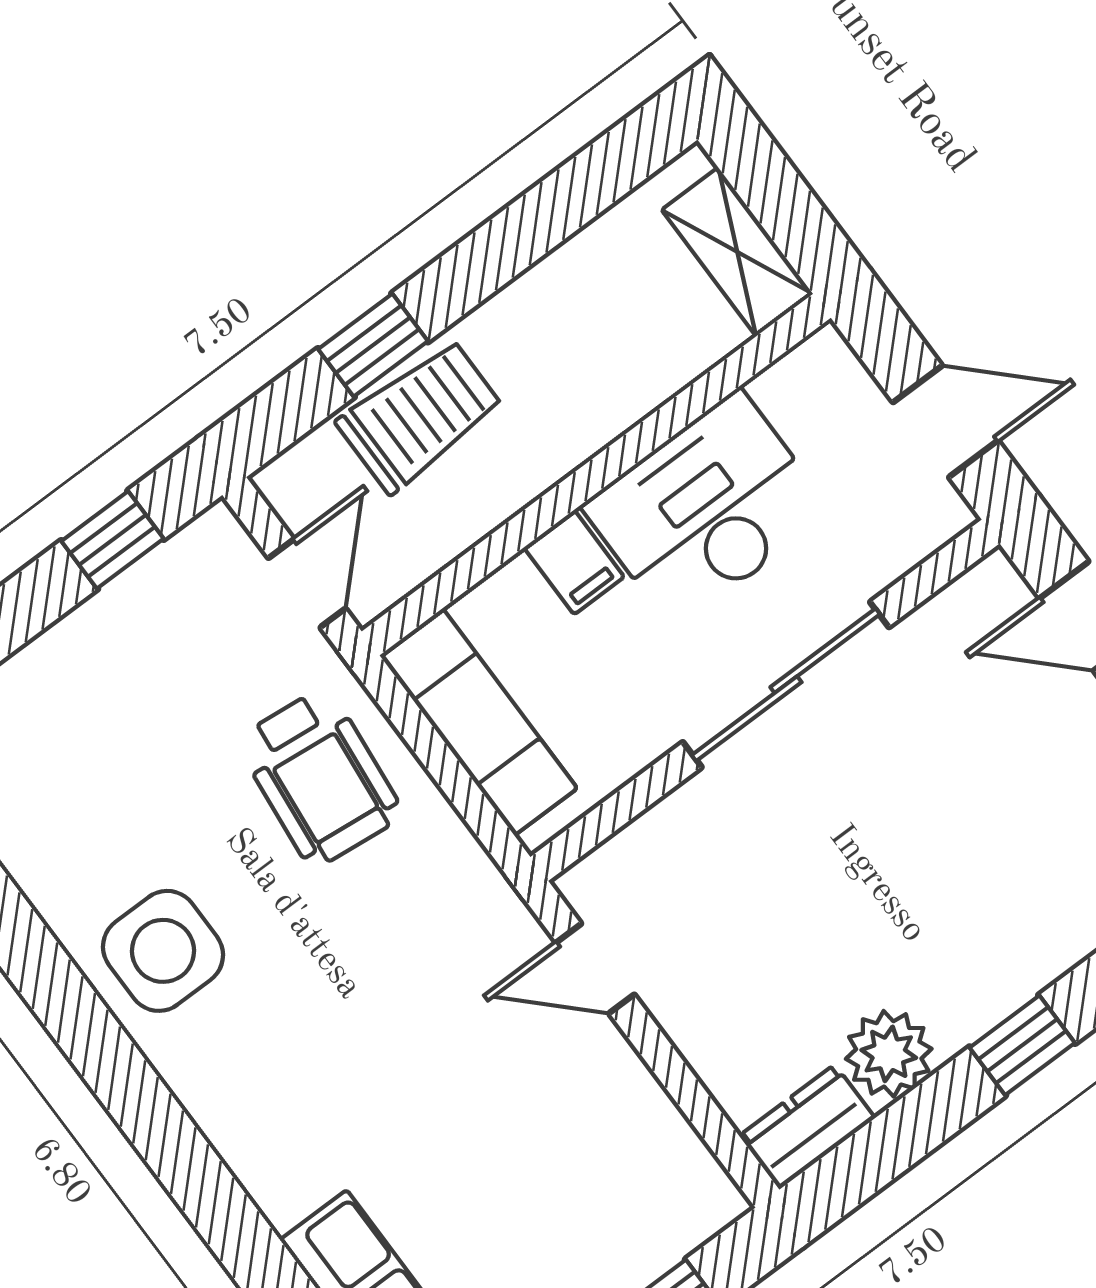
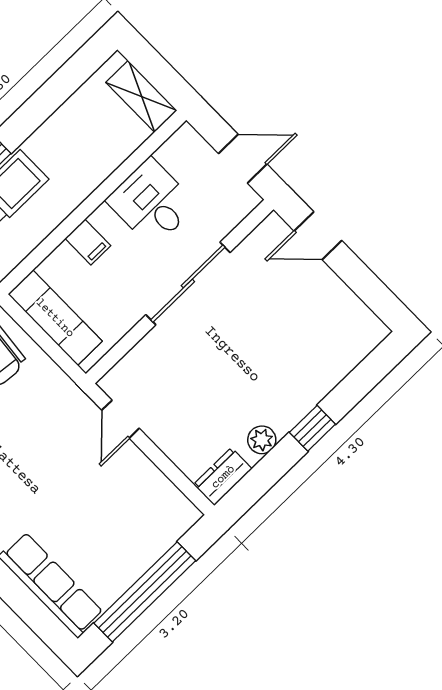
desk: (707, 509) -> (152, 203), width x0.73
door: (595, 968) -> (121, 419), hinge flipped
plant: (889, 1054) -> (262, 440), width x0.73, depth x0.73

